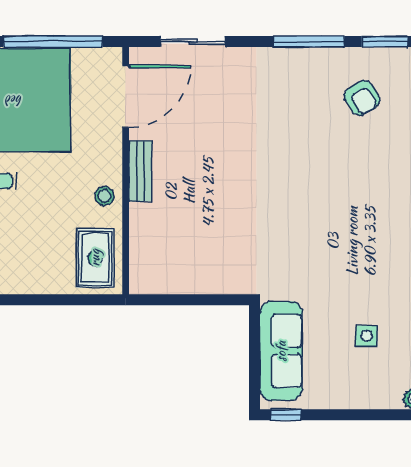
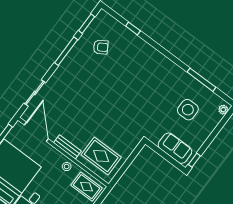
rug: (169, 243) -> (101, 156), added
side table: (367, 336) -> (188, 110), width x1.87, depth x1.87
sofa: (281, 351) -> (175, 148), width x0.73

